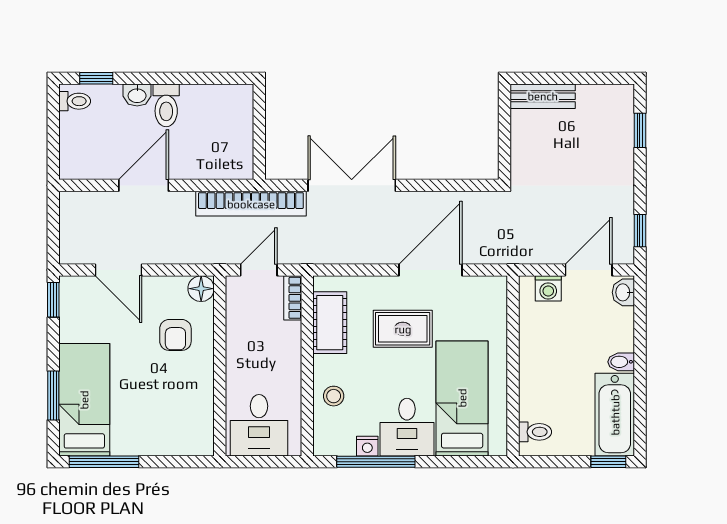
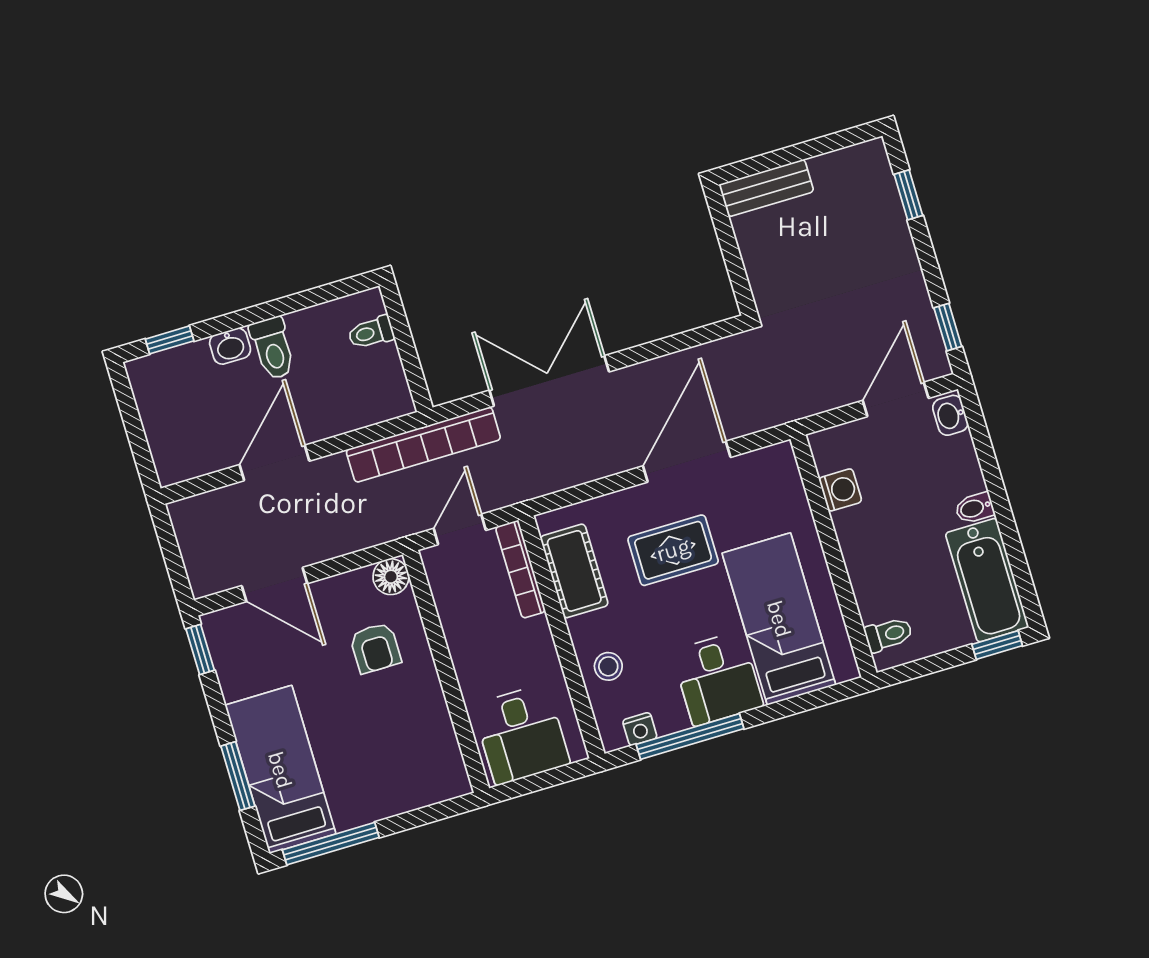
toilet: (75, 101) -> (371, 333), moved, turned 180
washing machine: (548, 288) -> (840, 490), moved, turned -90
bookcase: (293, 298) -> (520, 569), width x1.56
nightstand: (367, 446) -> (640, 729), moved

